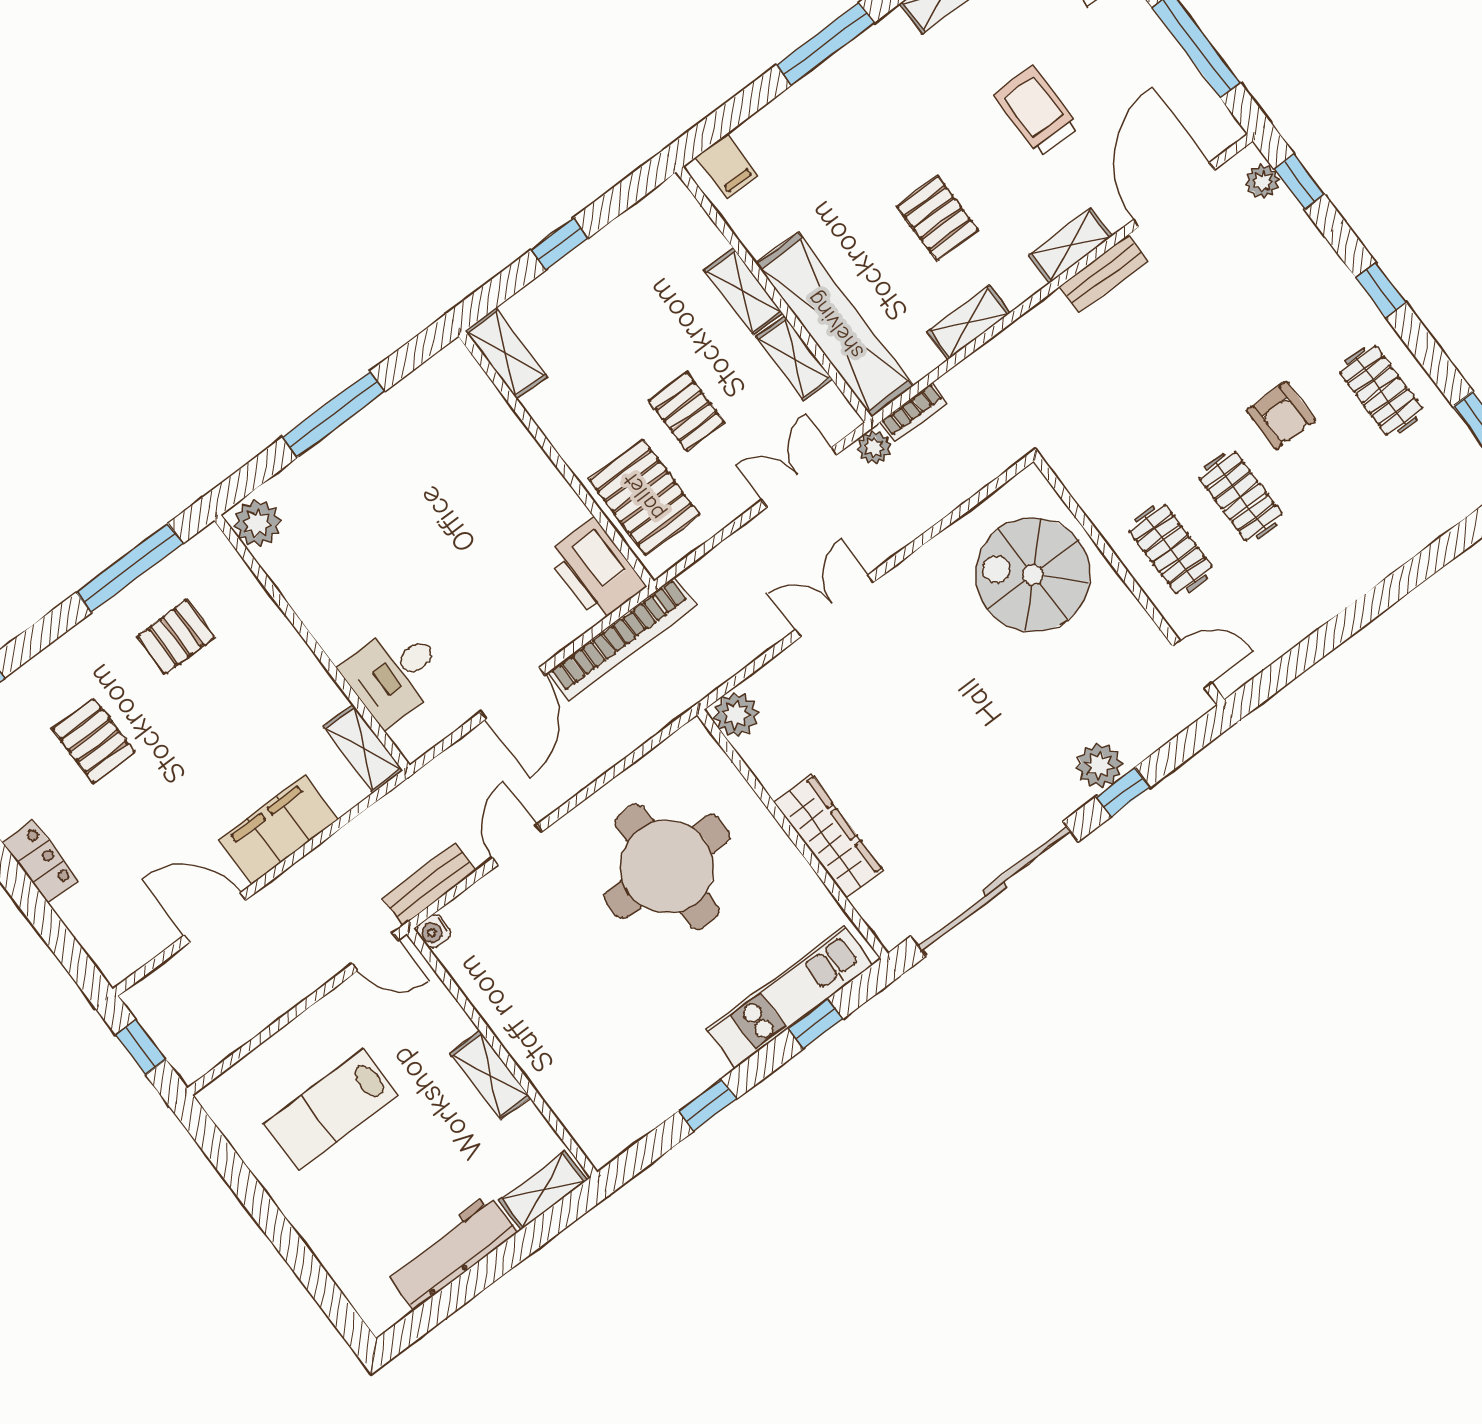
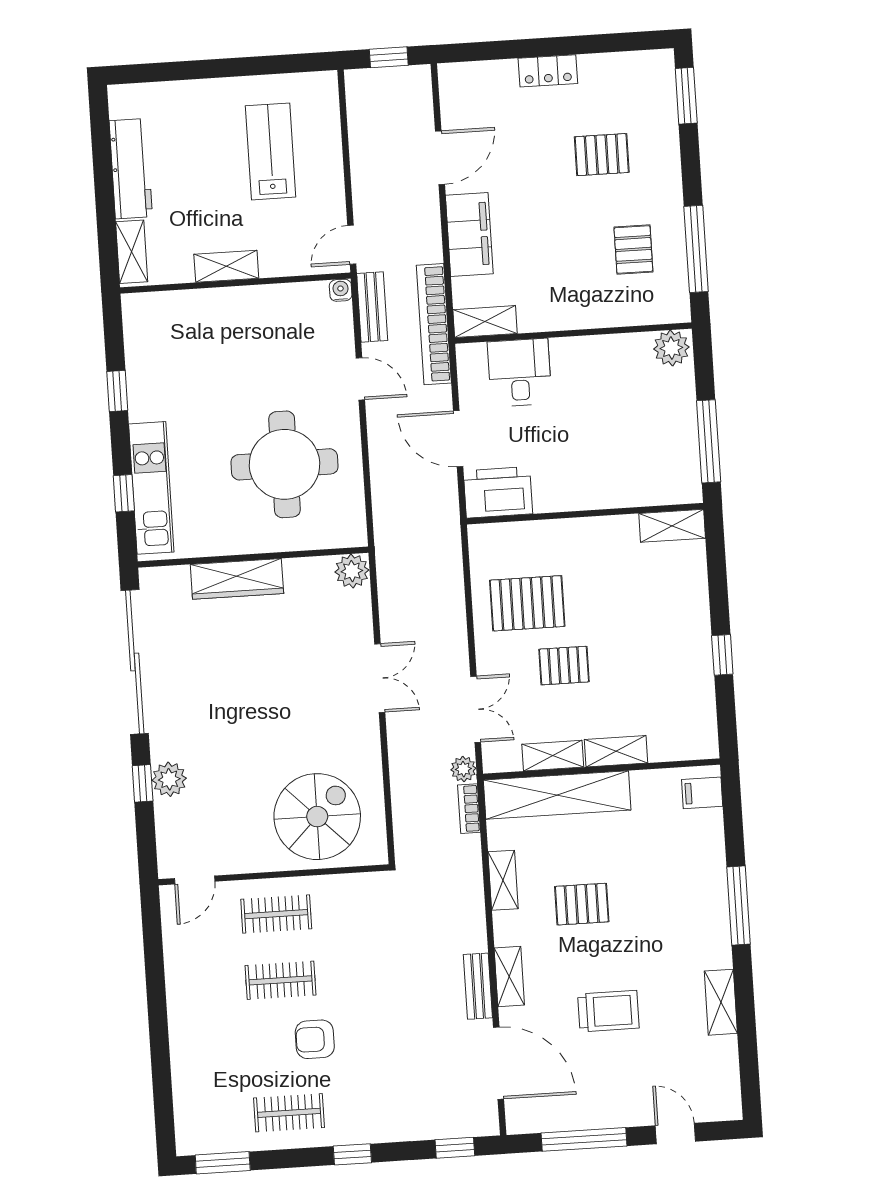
plant: (1262, 181) -> (470, 1125), removed
shelving: (506, 353) -> (672, 526), moved
wall: (556, 459) -> (585, 514), moved
printer: (596, 570) -> (498, 492), moved
bookcase: (622, 639) -> (434, 324), moved

